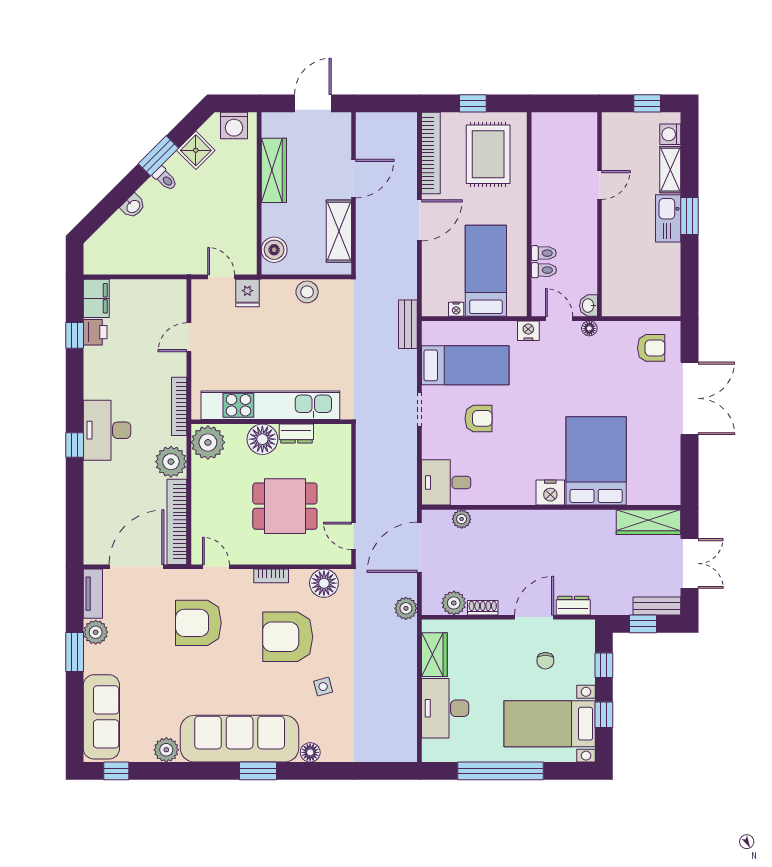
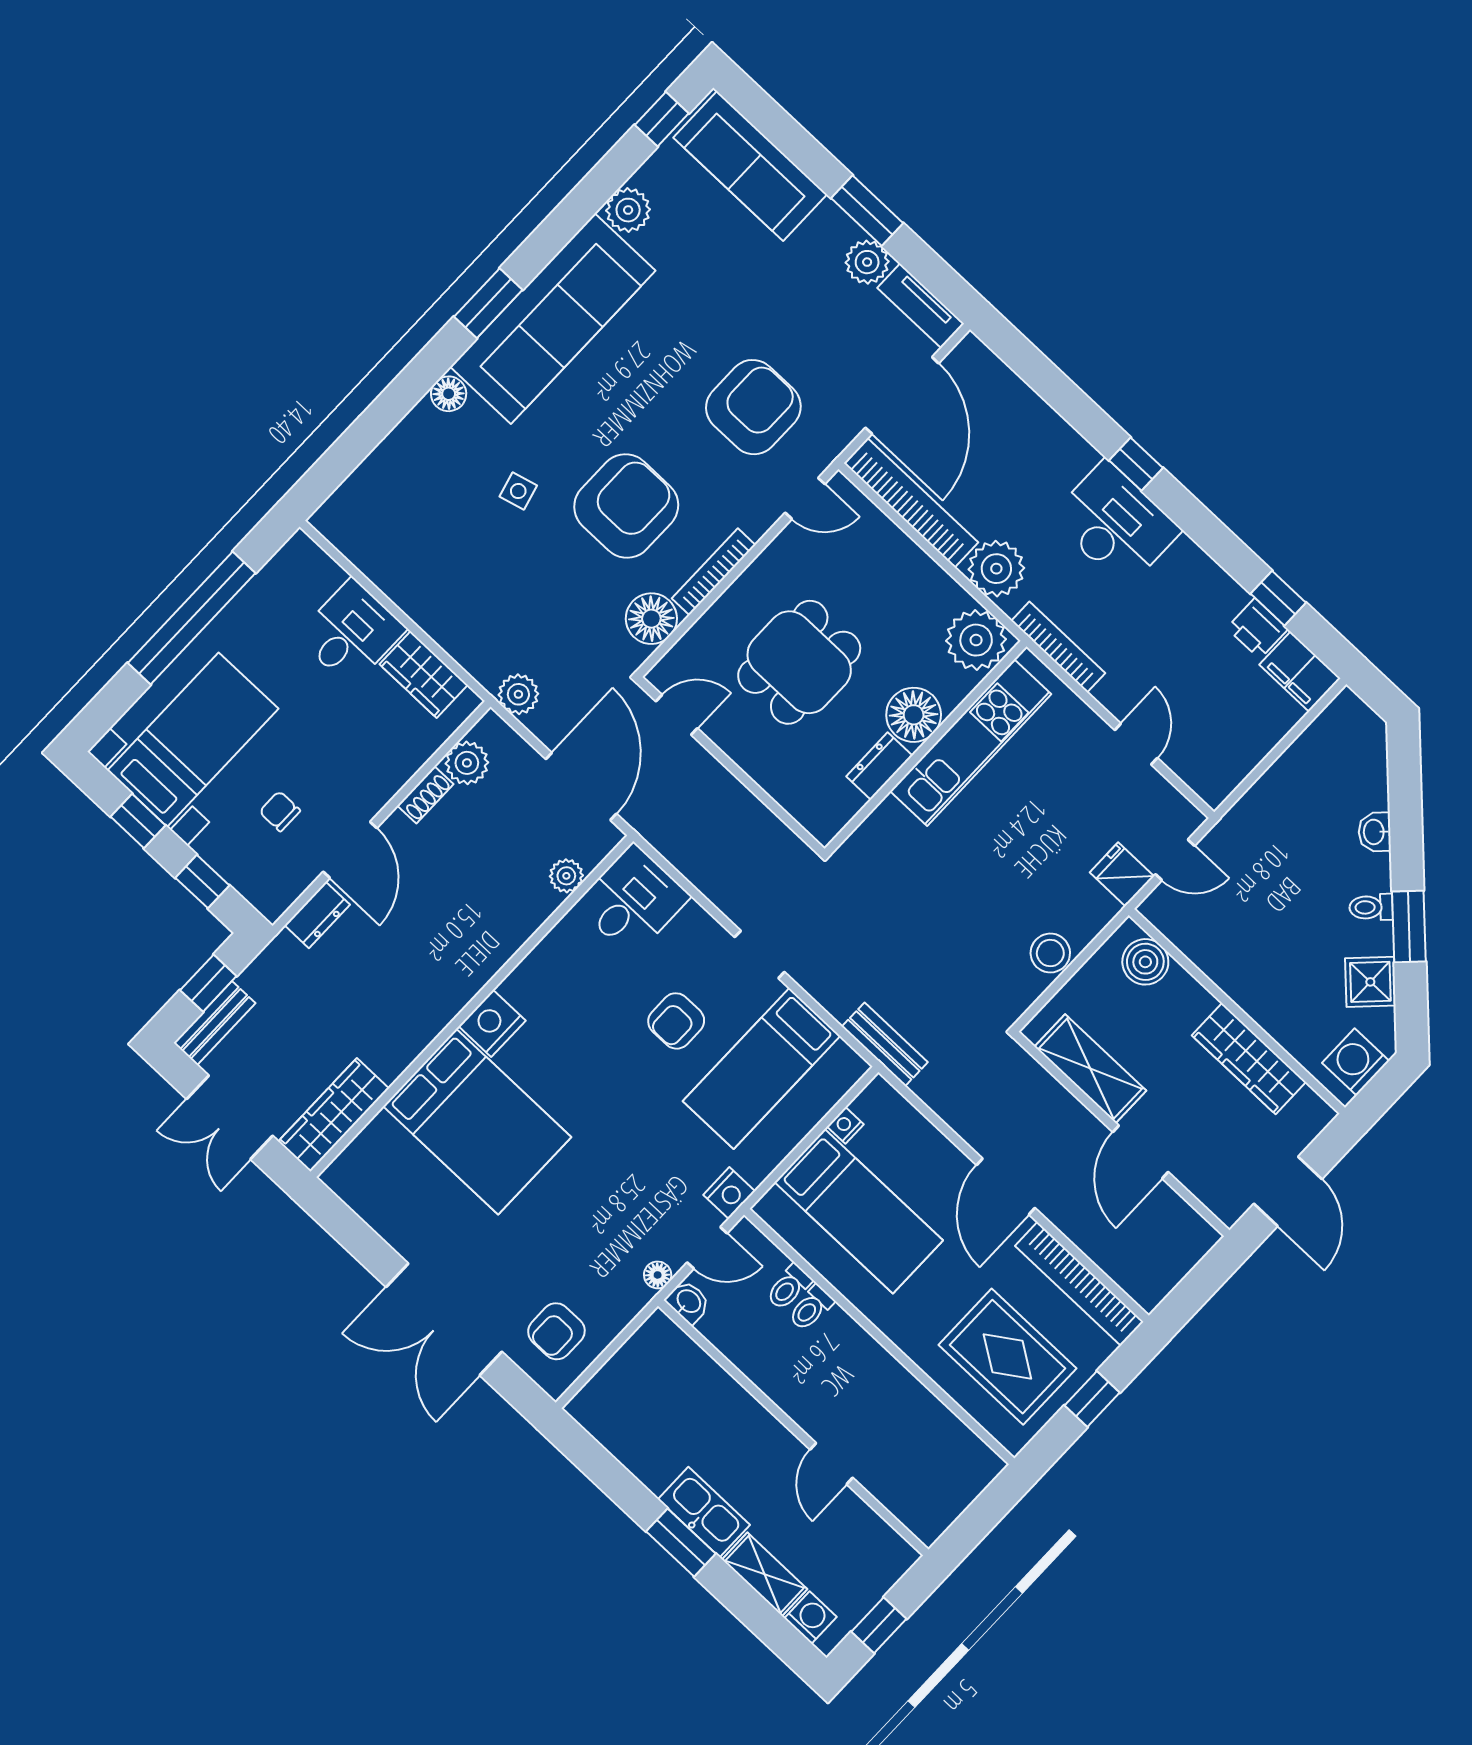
kitchen unit: (270, 405) -> (971, 743), width x0.73
bookcase: (271, 576) -> (714, 572), width x1.56
desk: (445, 708) -> (351, 633), width x0.73

